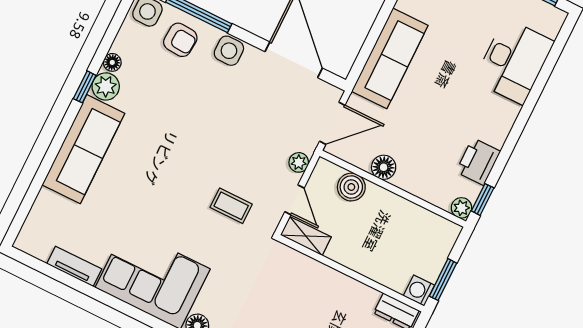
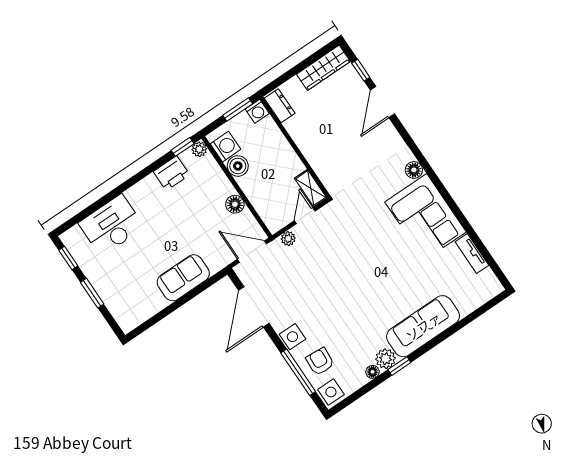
sofa: (390, 58) -> (183, 278), width x0.73
boiler: (351, 187) -> (238, 166), moved
coffee table: (231, 206) -> (348, 235), removed
washing machine: (433, 228) -> (225, 147), added

